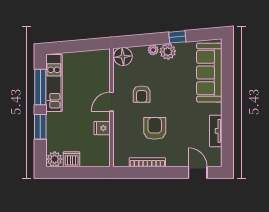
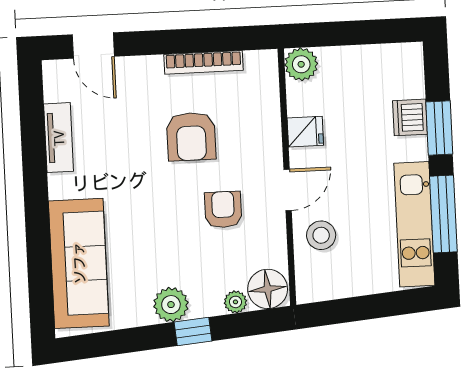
window: (177, 37) -> (193, 332), moved
plant: (153, 50) -> (235, 302), moved
stool: (97, 80) -> (321, 235), added
plant: (55, 159) -> (301, 64), moved
dishwasher: (72, 159) -> (410, 117), moved, turned 90

